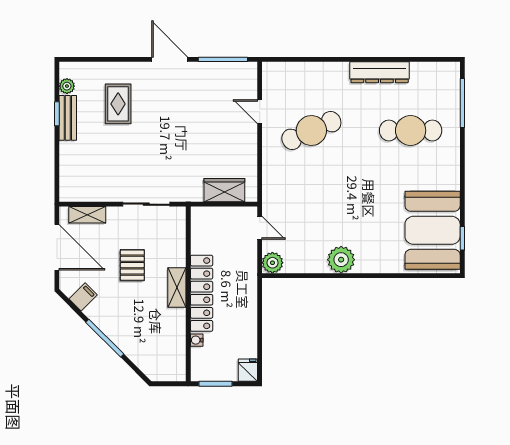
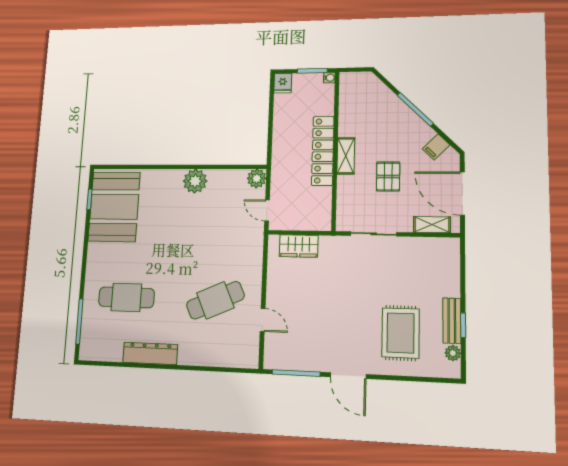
rug: (118, 104) -> (401, 333), width x1.36, depth x1.43
water cooler: (197, 340) -> (329, 78), moved

